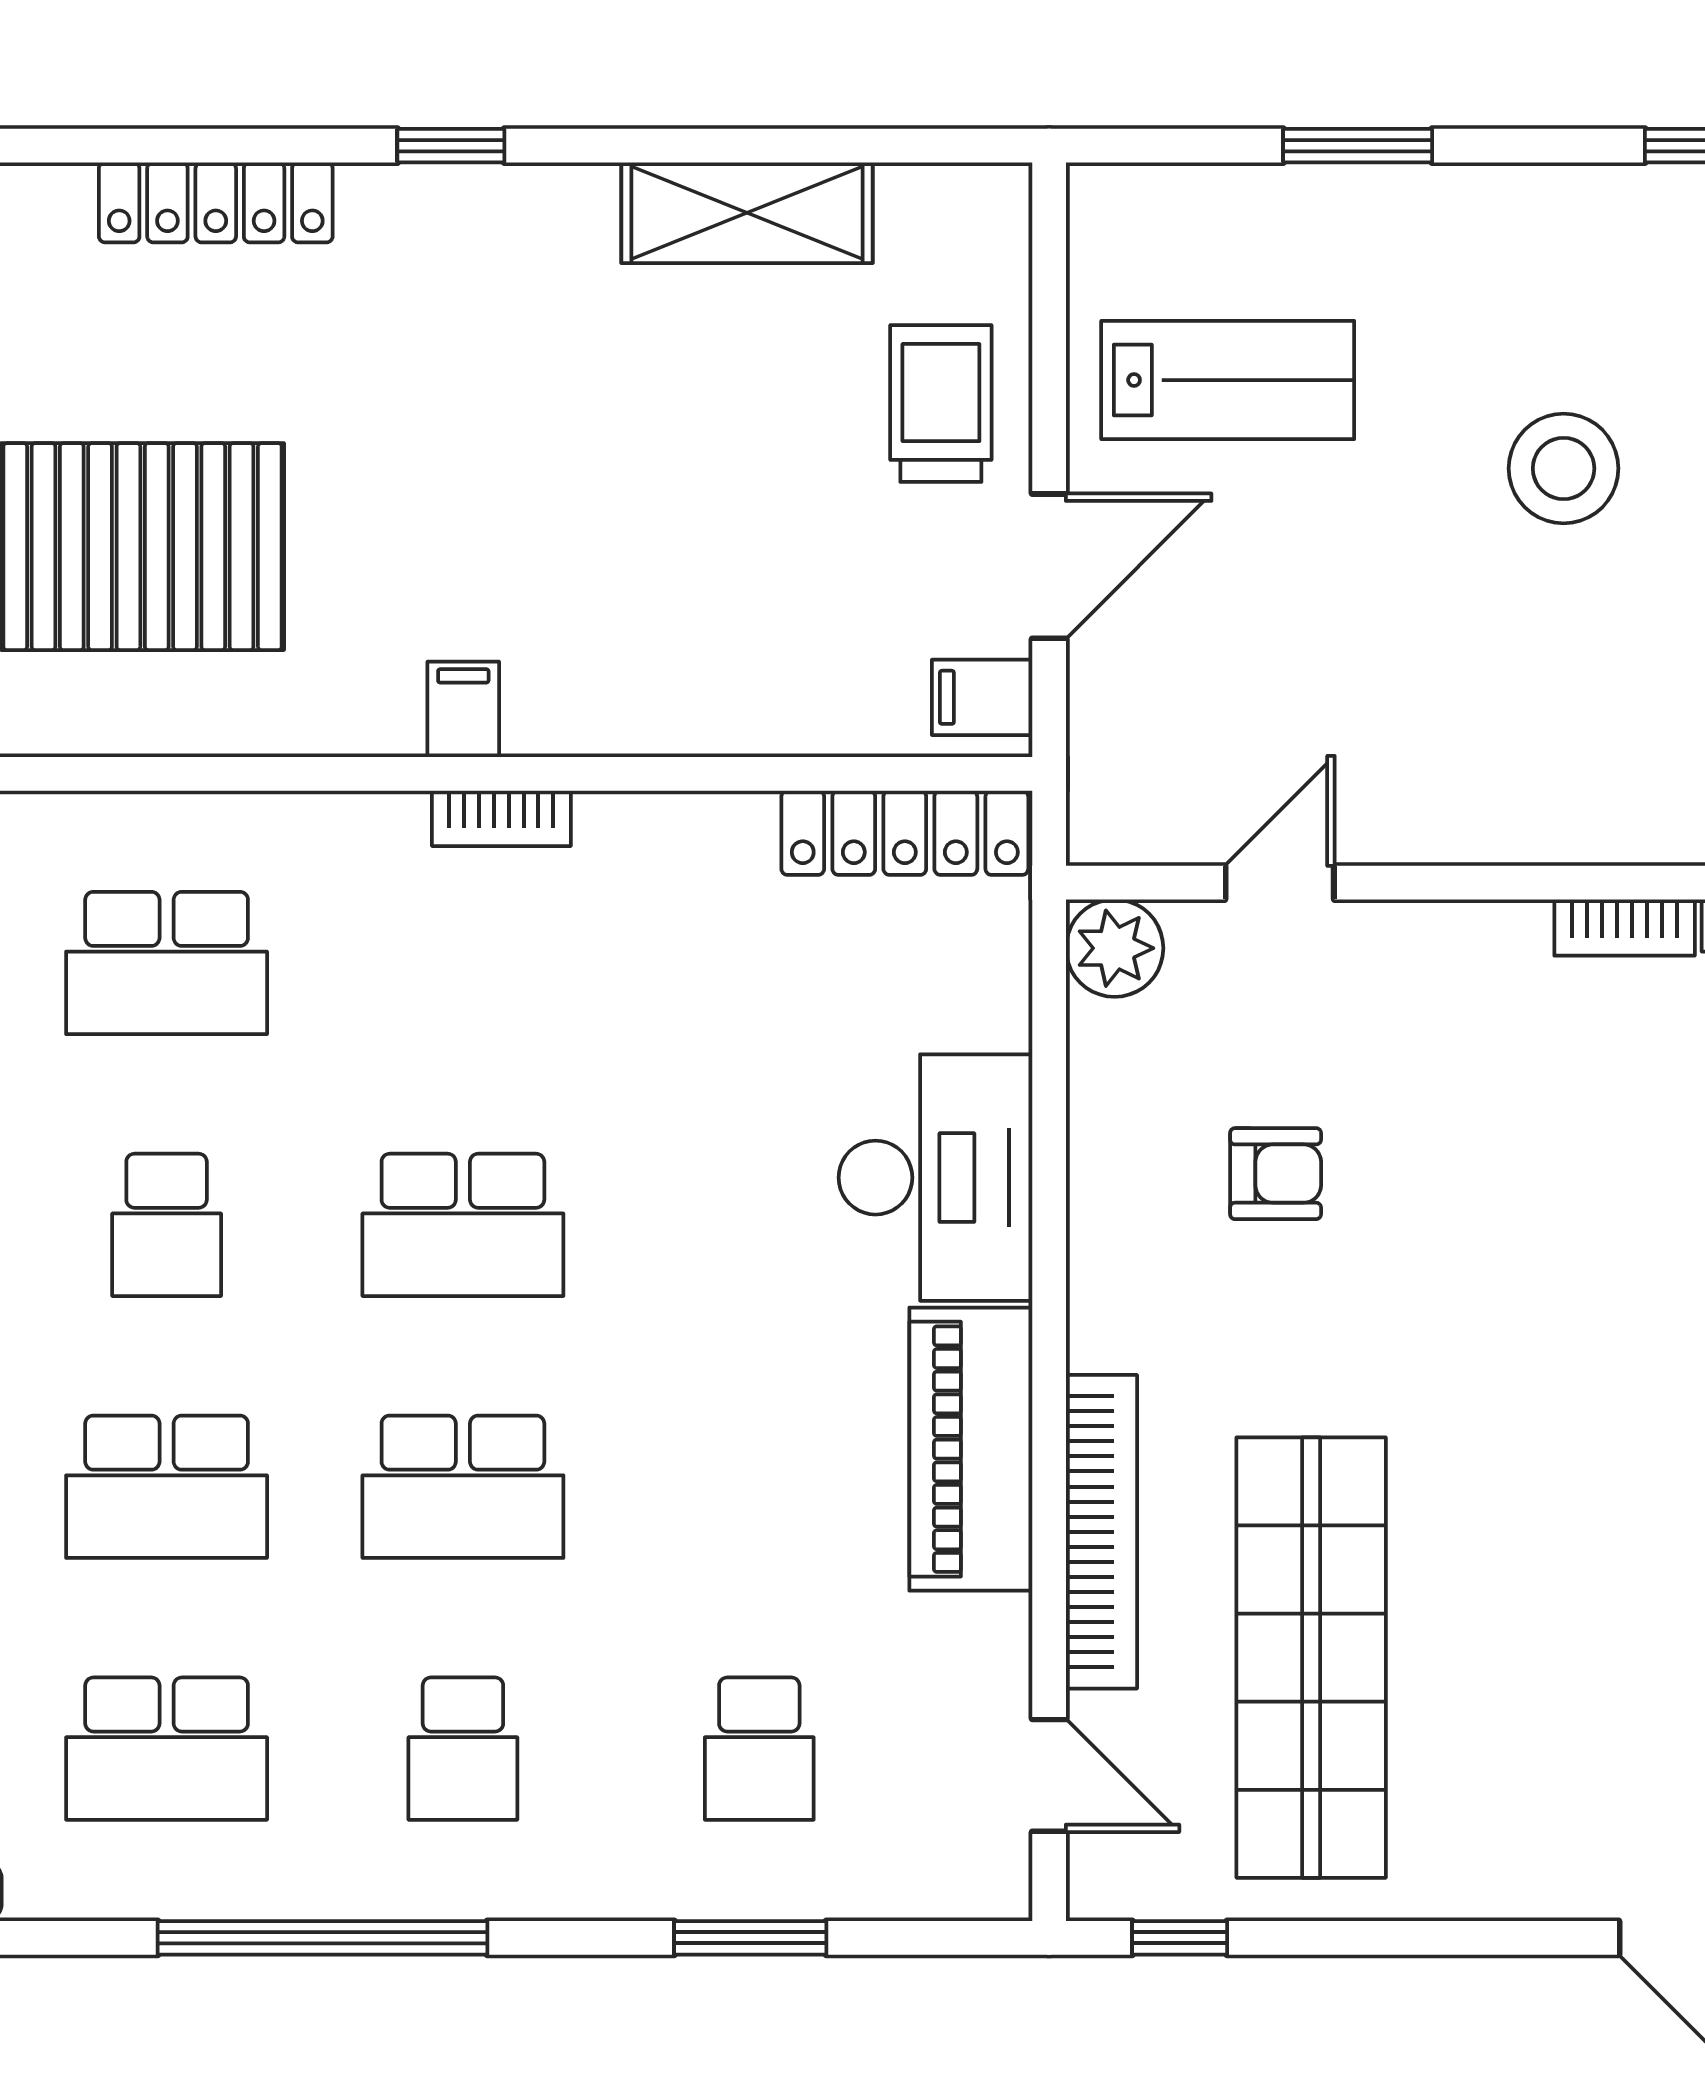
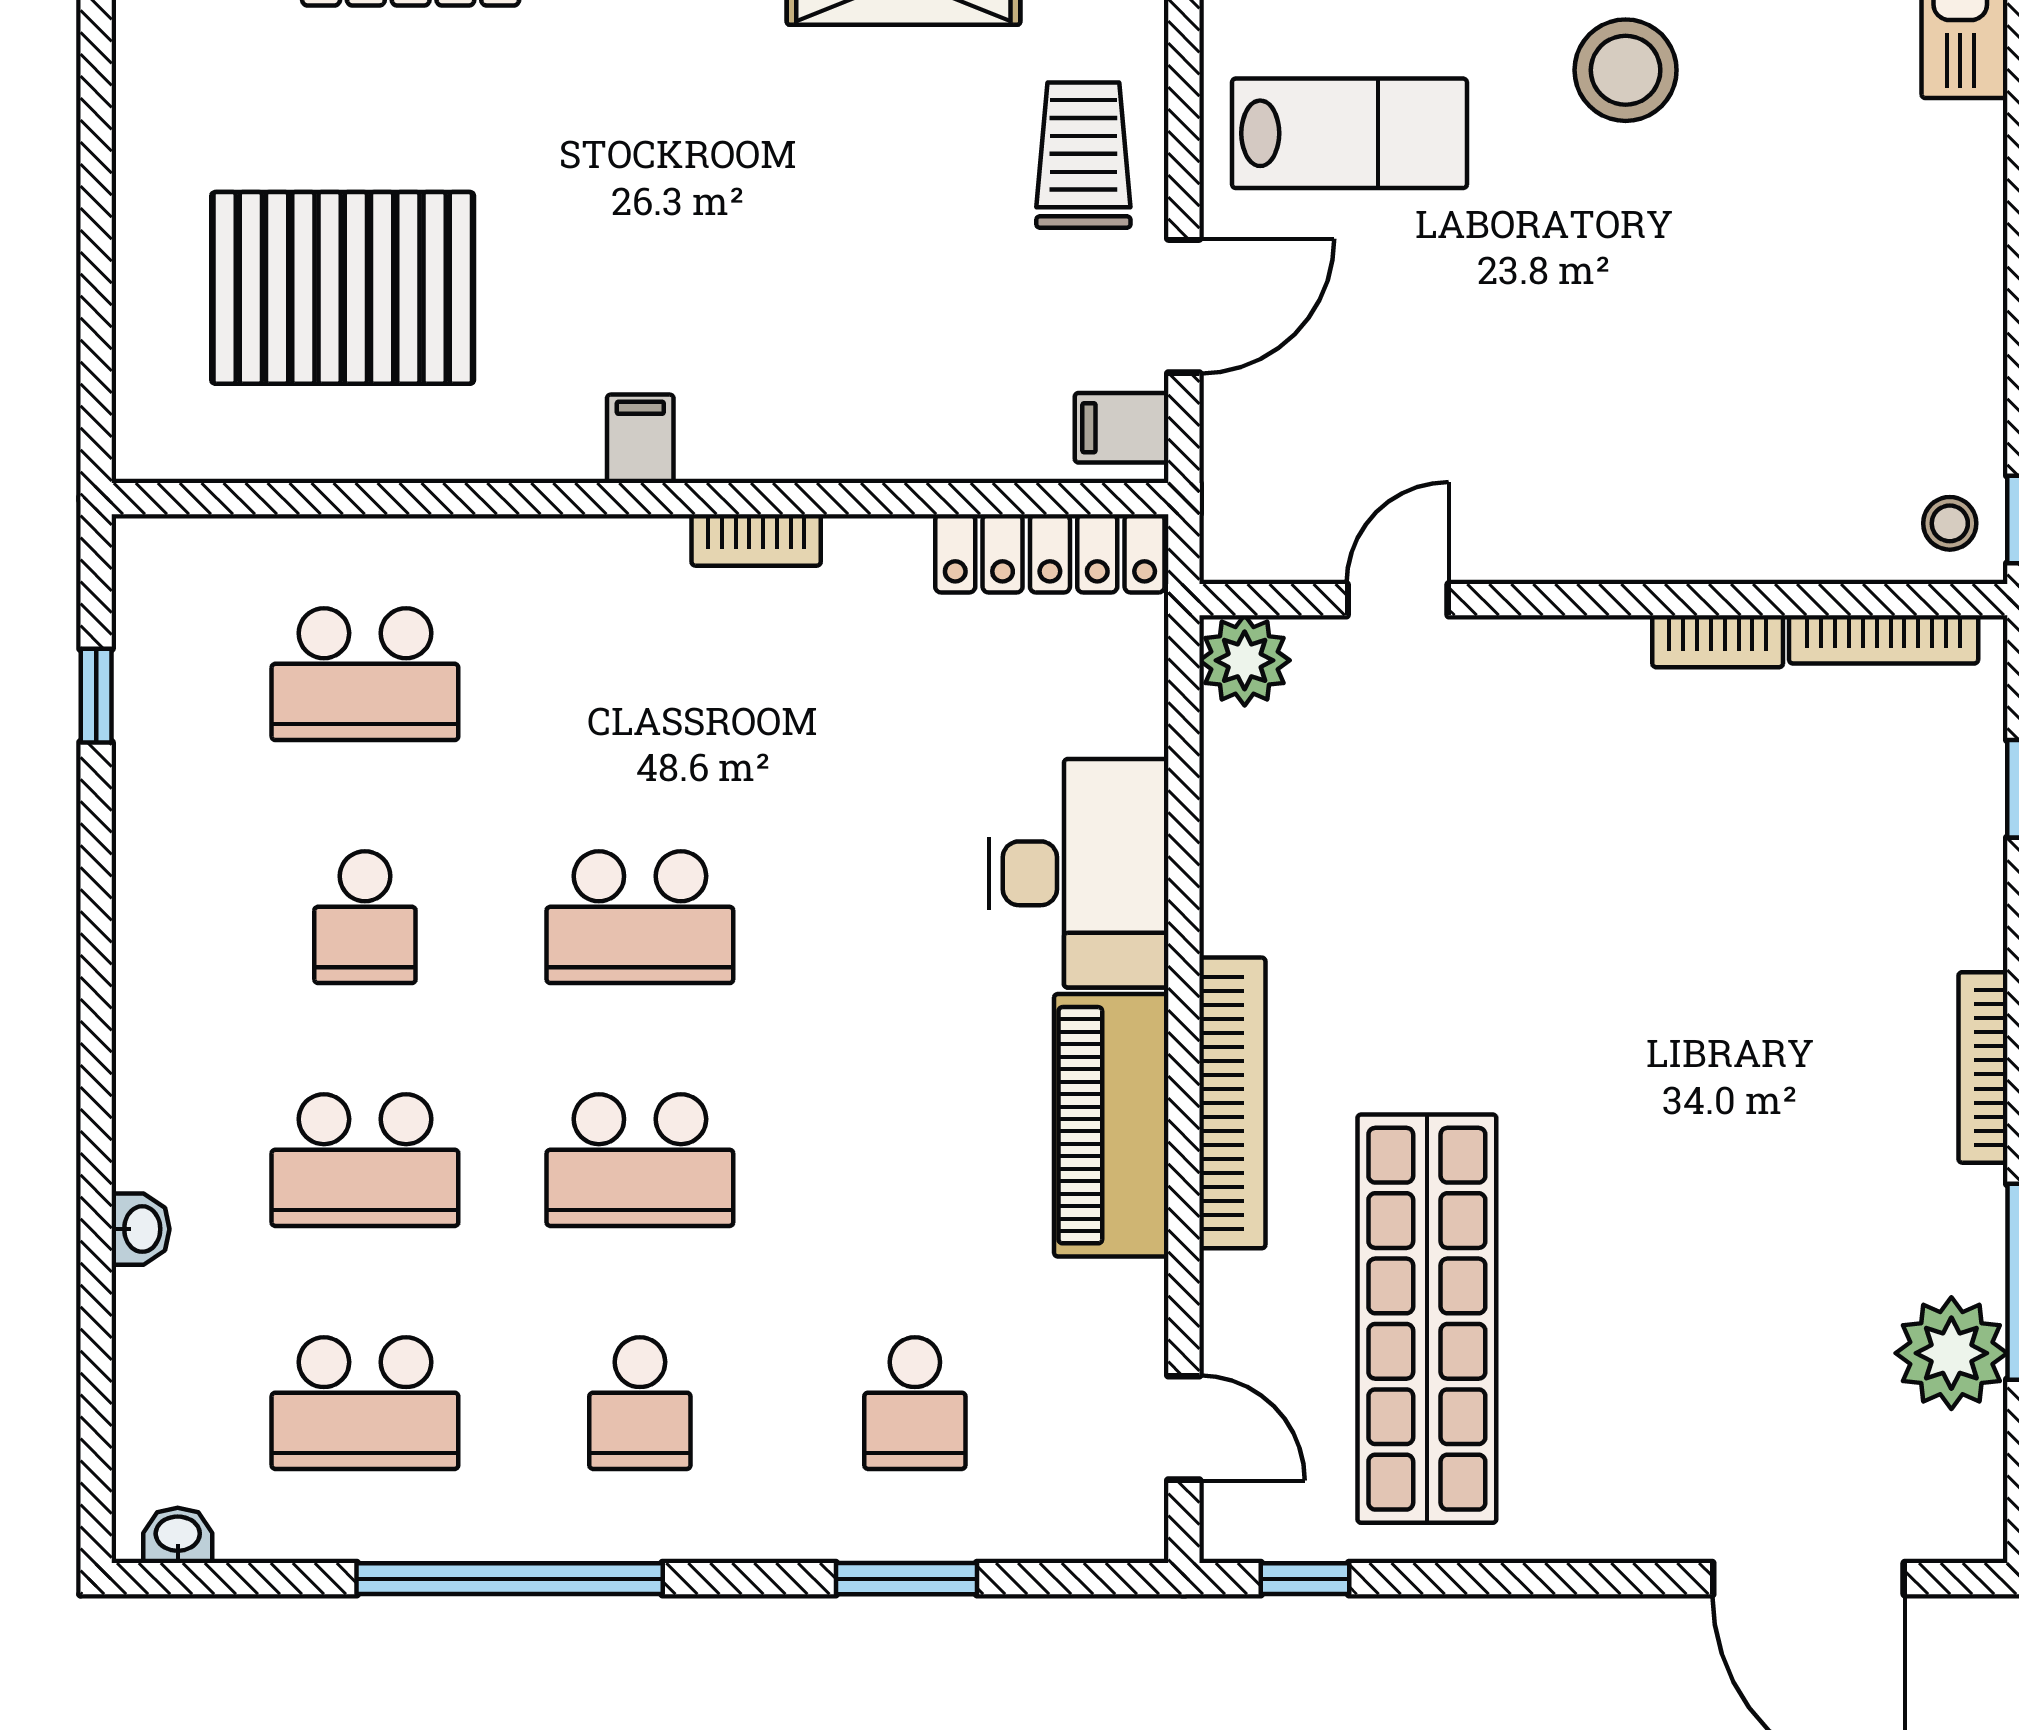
stool: (1564, 468) -> (1626, 70), moved
bookcase: (501, 818) -> (756, 540), moved
armchair: (1276, 1174) -> (1394, 870), removed
bookcase: (1101, 1532) -> (1232, 1103), moved

